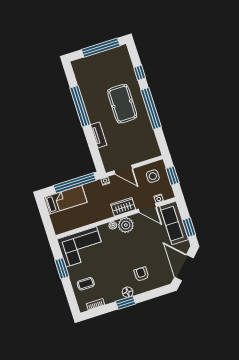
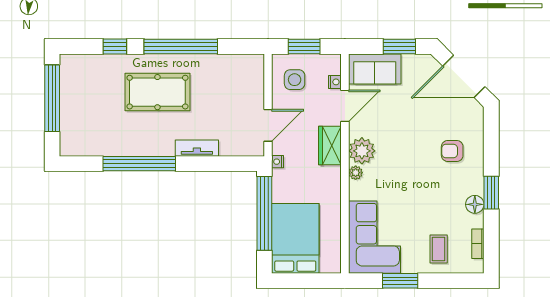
bed: (65, 200) -> (295, 238), width x1.50
sofa: (174, 223) -> (375, 69), width x0.73
floor lamp: (128, 292) -> (475, 204), moved

